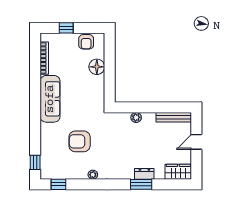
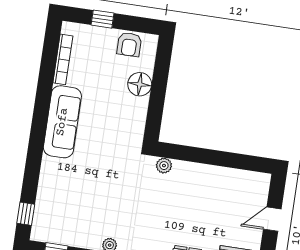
plant: (136, 117) -> (164, 166), moved
bench: (174, 117) -> (244, 177), removed
armchair: (80, 141) -> (97, 192), removed

